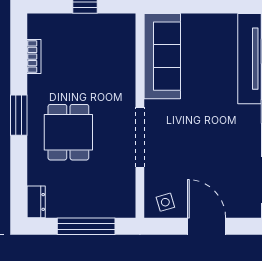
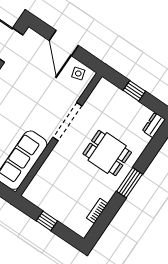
dining table: (68, 132) -> (107, 153), turned 90
window: (86, 226) -> (134, 91), width x0.46

